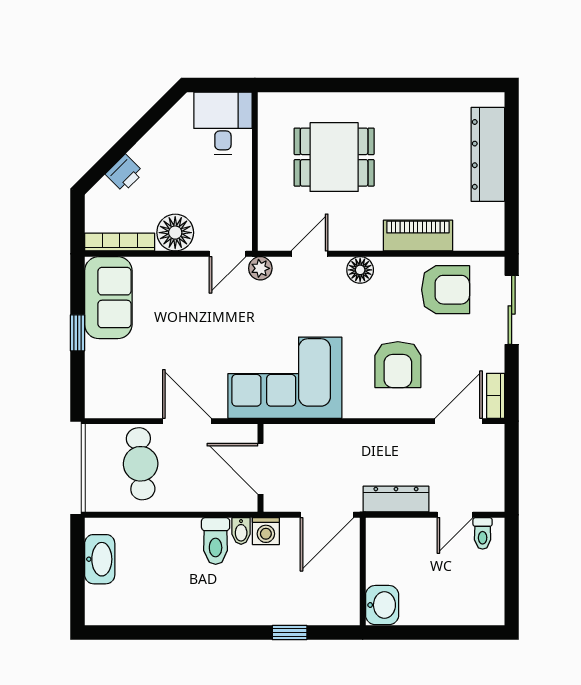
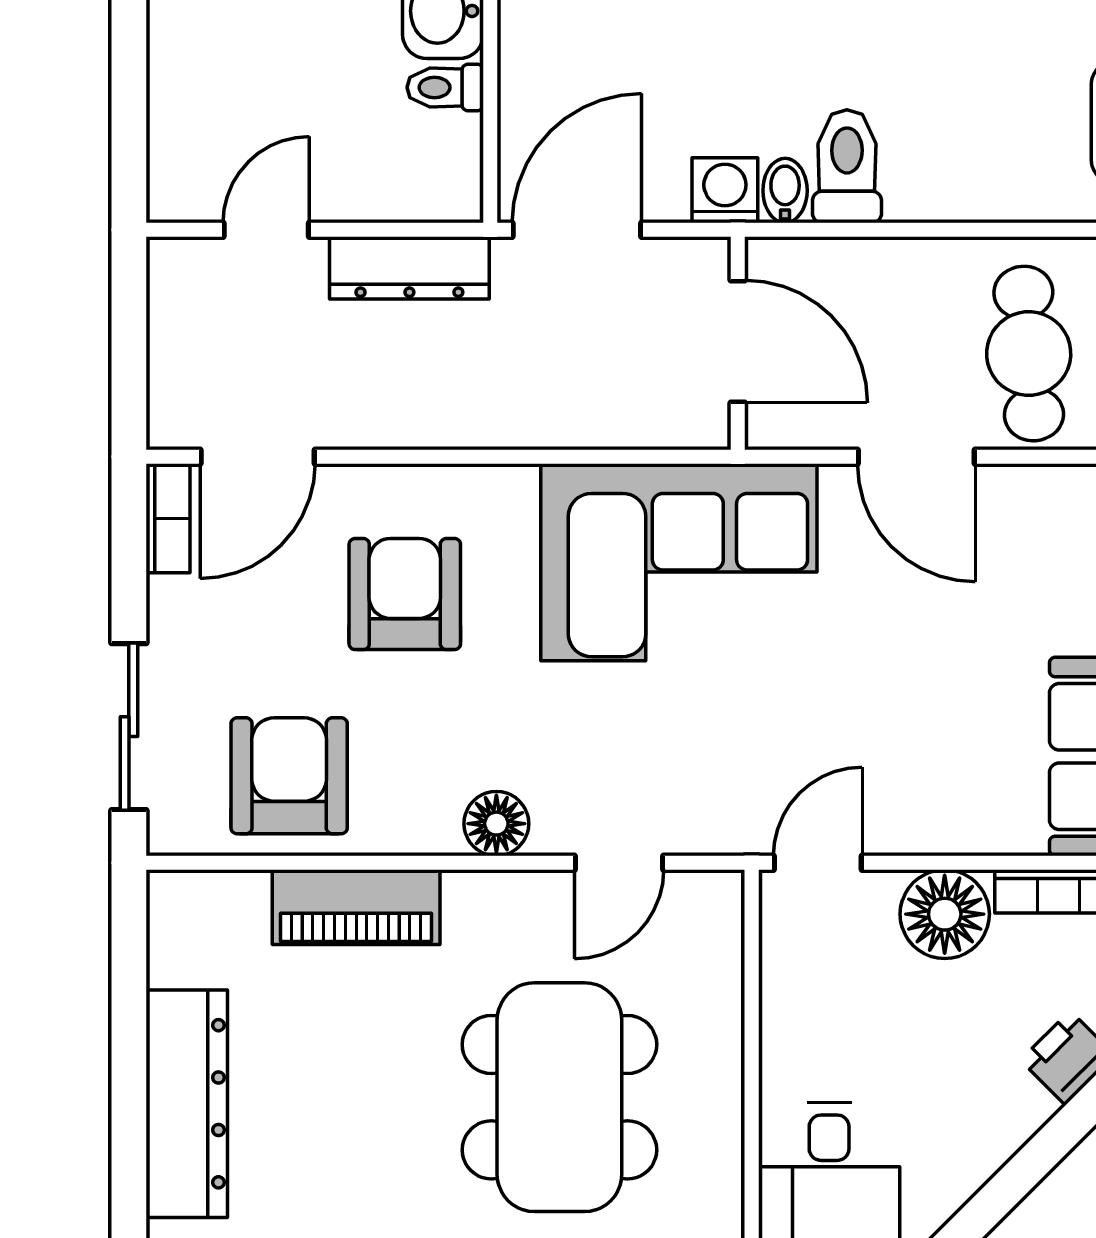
dining table: (334, 157) -> (559, 1097), width x1.38
plant: (260, 268) -> (738, 828), removed
armchair: (446, 290) -> (289, 776), turned 90
toilet: (483, 533) -> (445, 87), moved, turned -90

